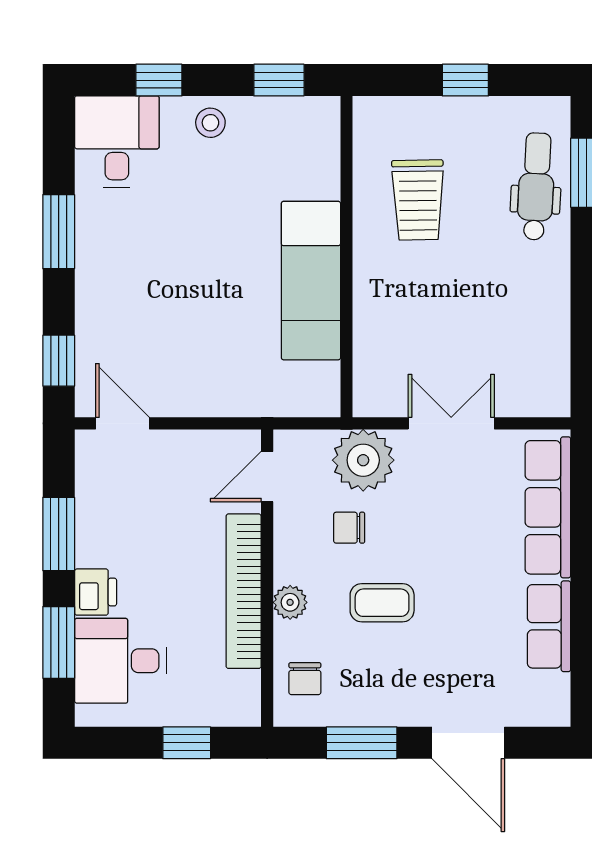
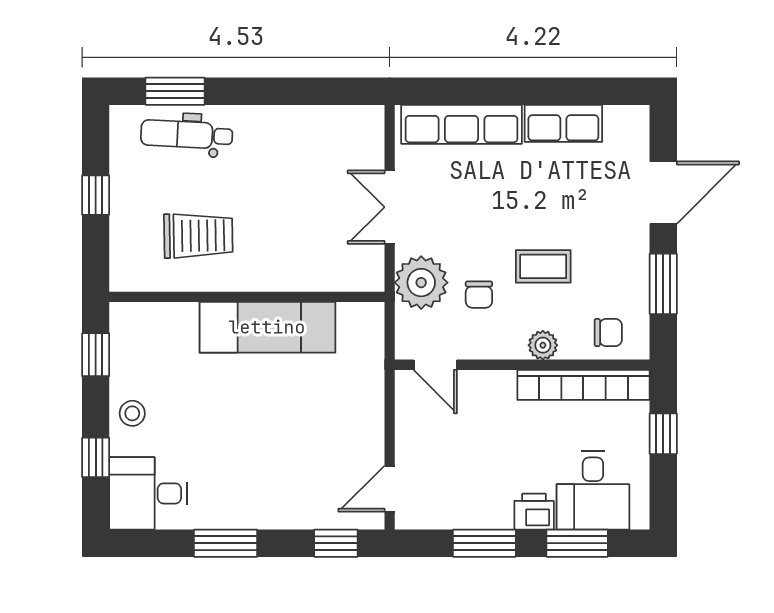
bookcase: (244, 591) -> (583, 385), moved
coffee table: (382, 603) -> (543, 266), turned 90

